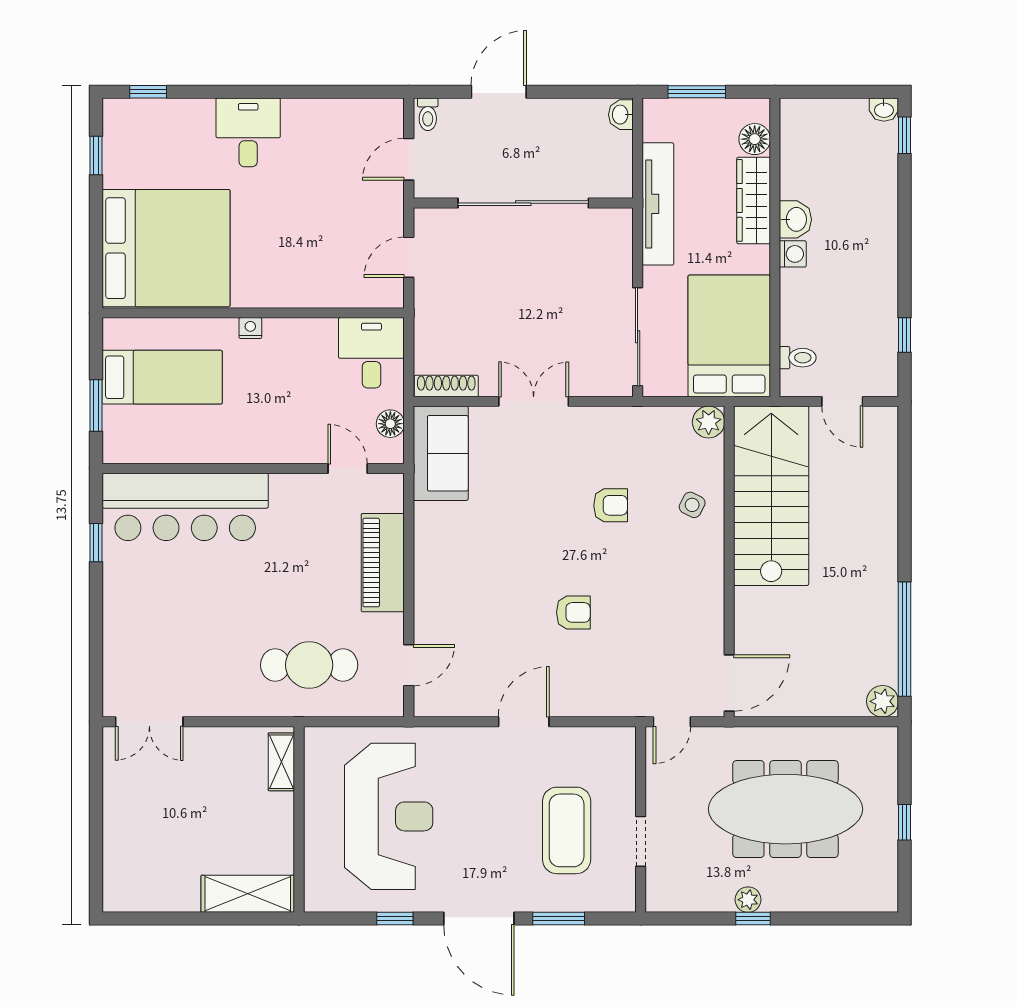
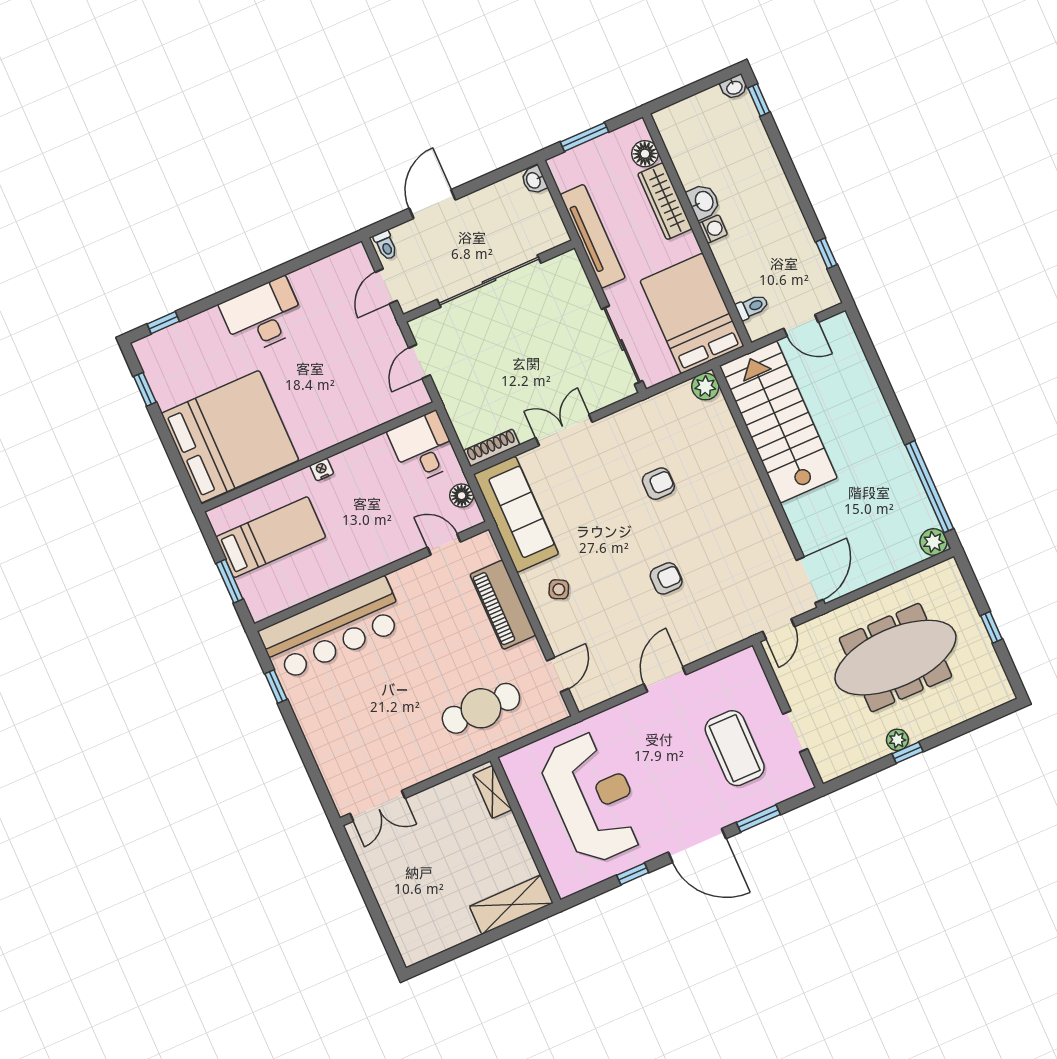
desk: (248, 132) -> (263, 316), width x1.37
sofa: (441, 453) -> (516, 514), width x1.36
side table: (692, 505) -> (559, 589), moved

